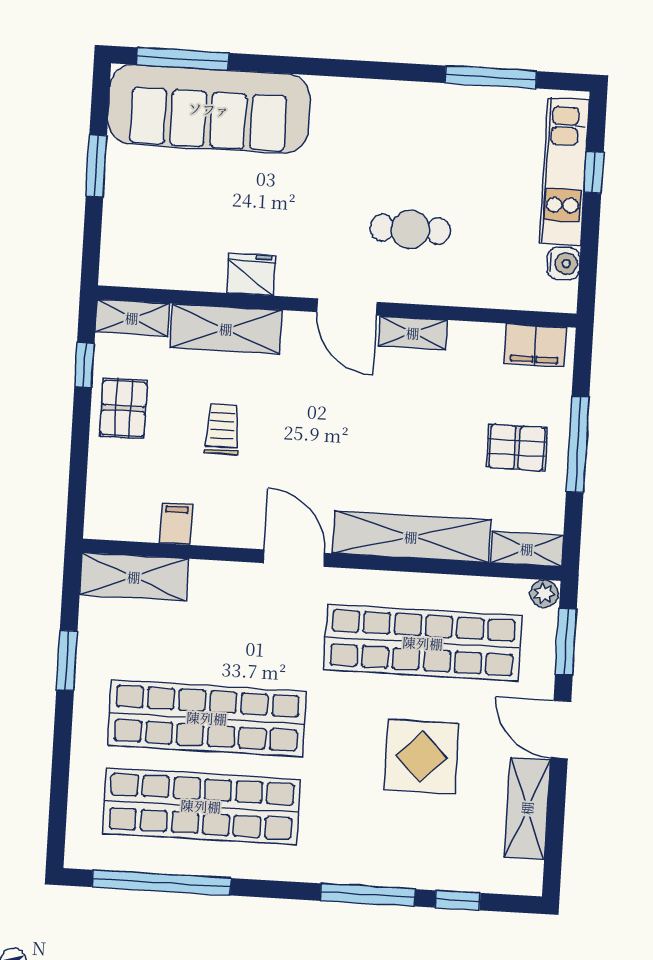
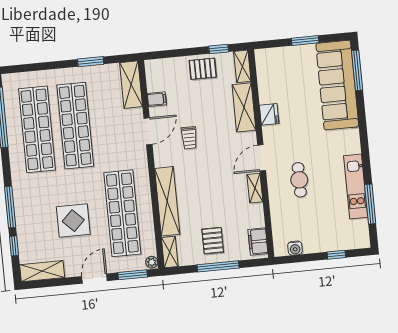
kitchen unit: (564, 171) -> (356, 187), moved, turned -90
trolley: (222, 429) -> (189, 138), moved, turned 90
door: (294, 558) -> (148, 131), moved
shelving: (527, 808) -> (42, 271), moved

